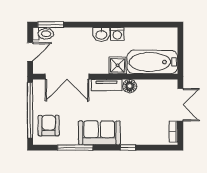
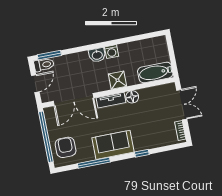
bathtub: (152, 62) -> (155, 72), width x0.73, depth x0.73

